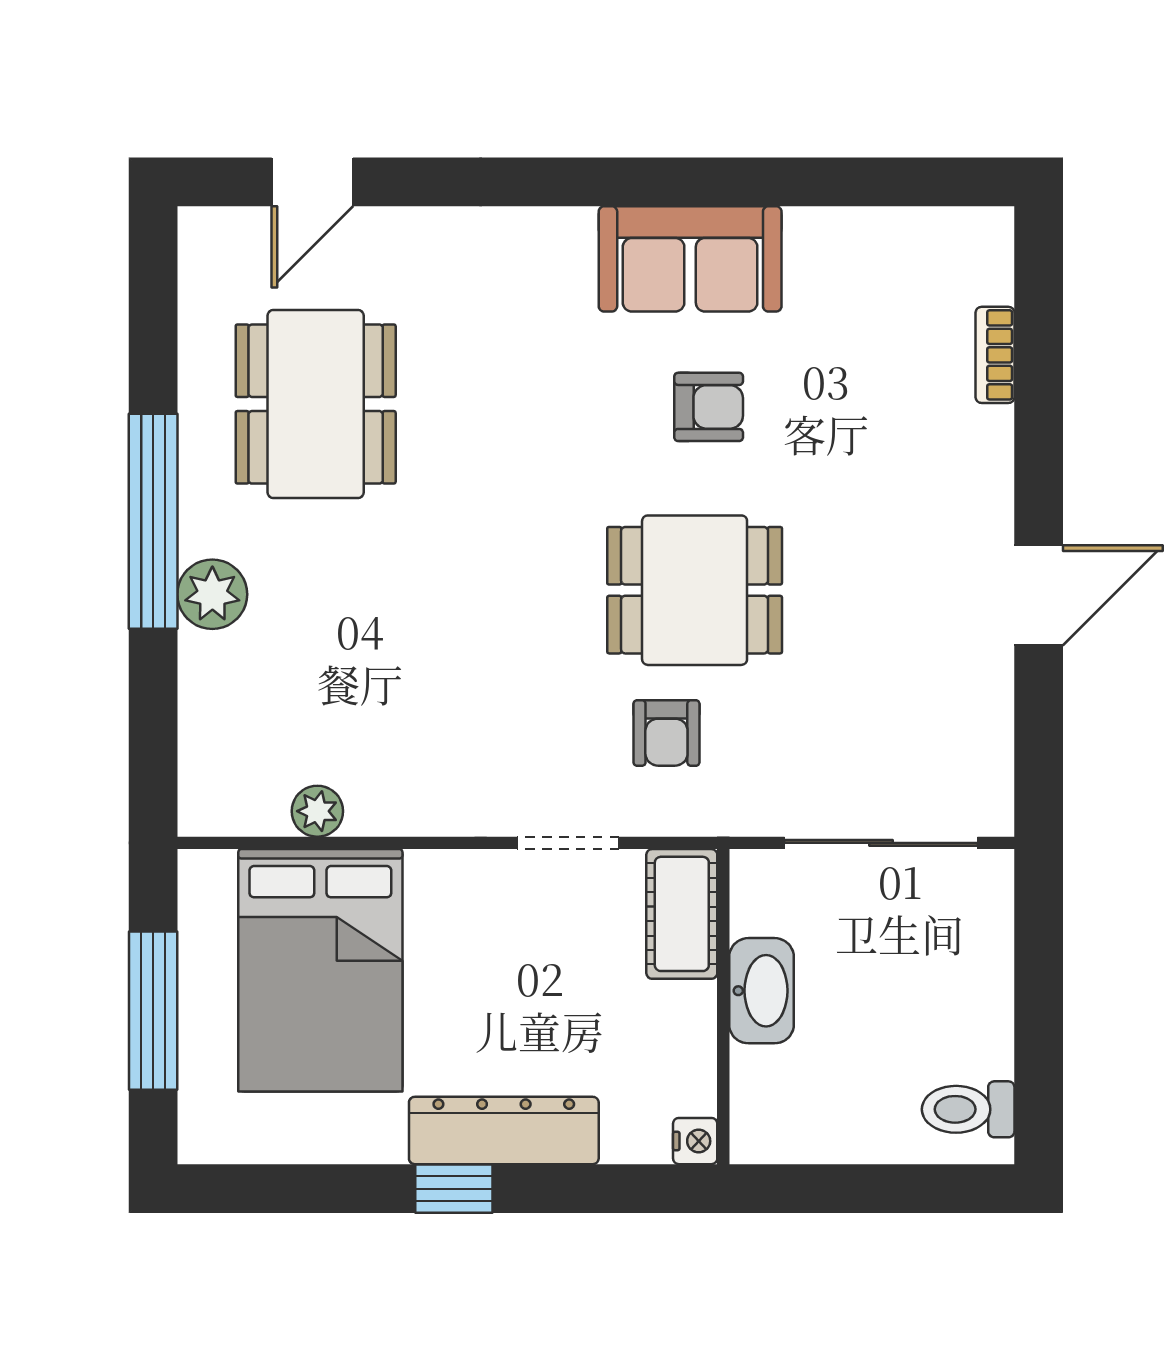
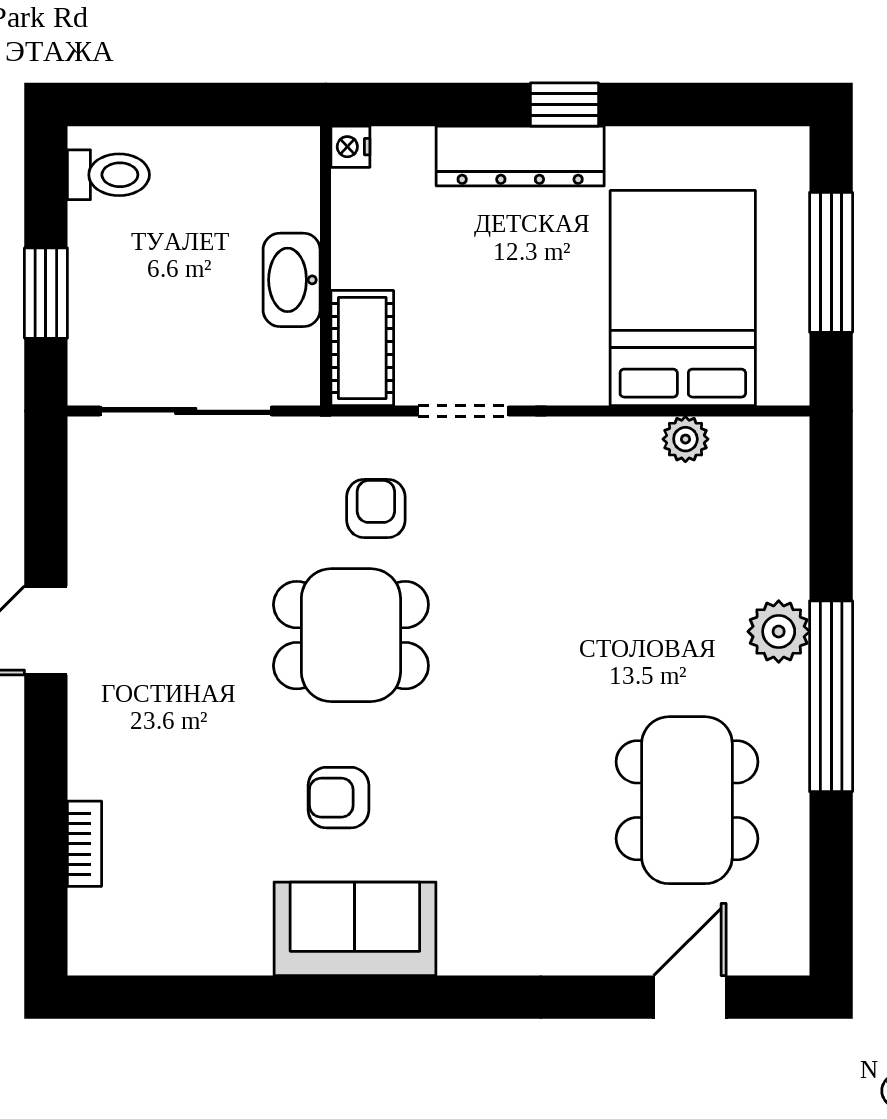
window: (1039, 976) -> (46, 293), added

